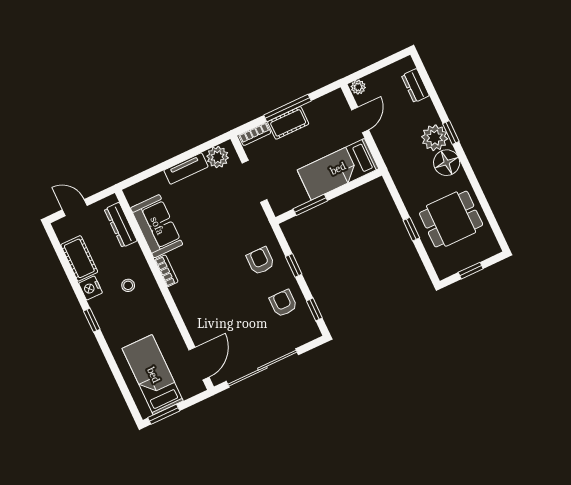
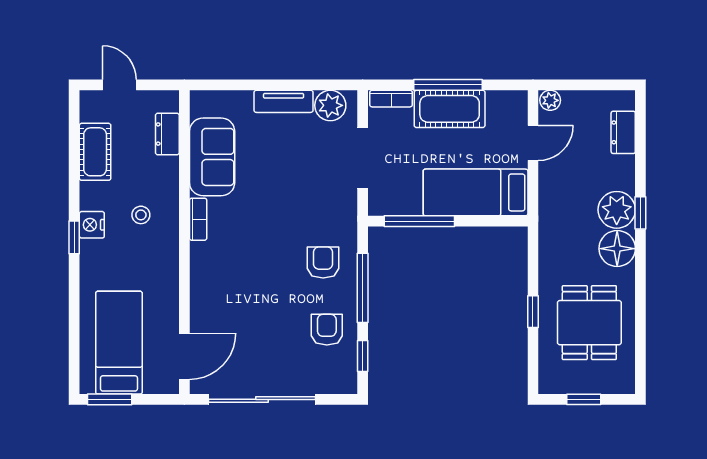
cot: (288, 123) -> (450, 109), width x1.37, depth x1.34
window: (310, 205) -> (419, 221), width x1.44
dining table: (451, 219) -> (589, 323), turned 90
dresser: (121, 225) -> (167, 134), width x0.70
window: (294, 265) -> (363, 288), width x2.17
nightstand: (91, 288) -> (92, 225), moved

